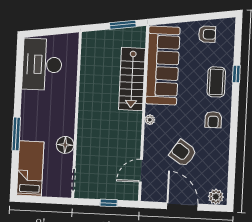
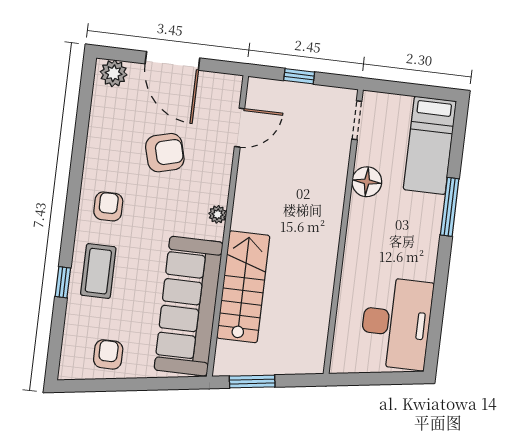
armchair: (207, 34) -> (108, 354), turned 90
armchair: (183, 153) -> (165, 153), turned -49

